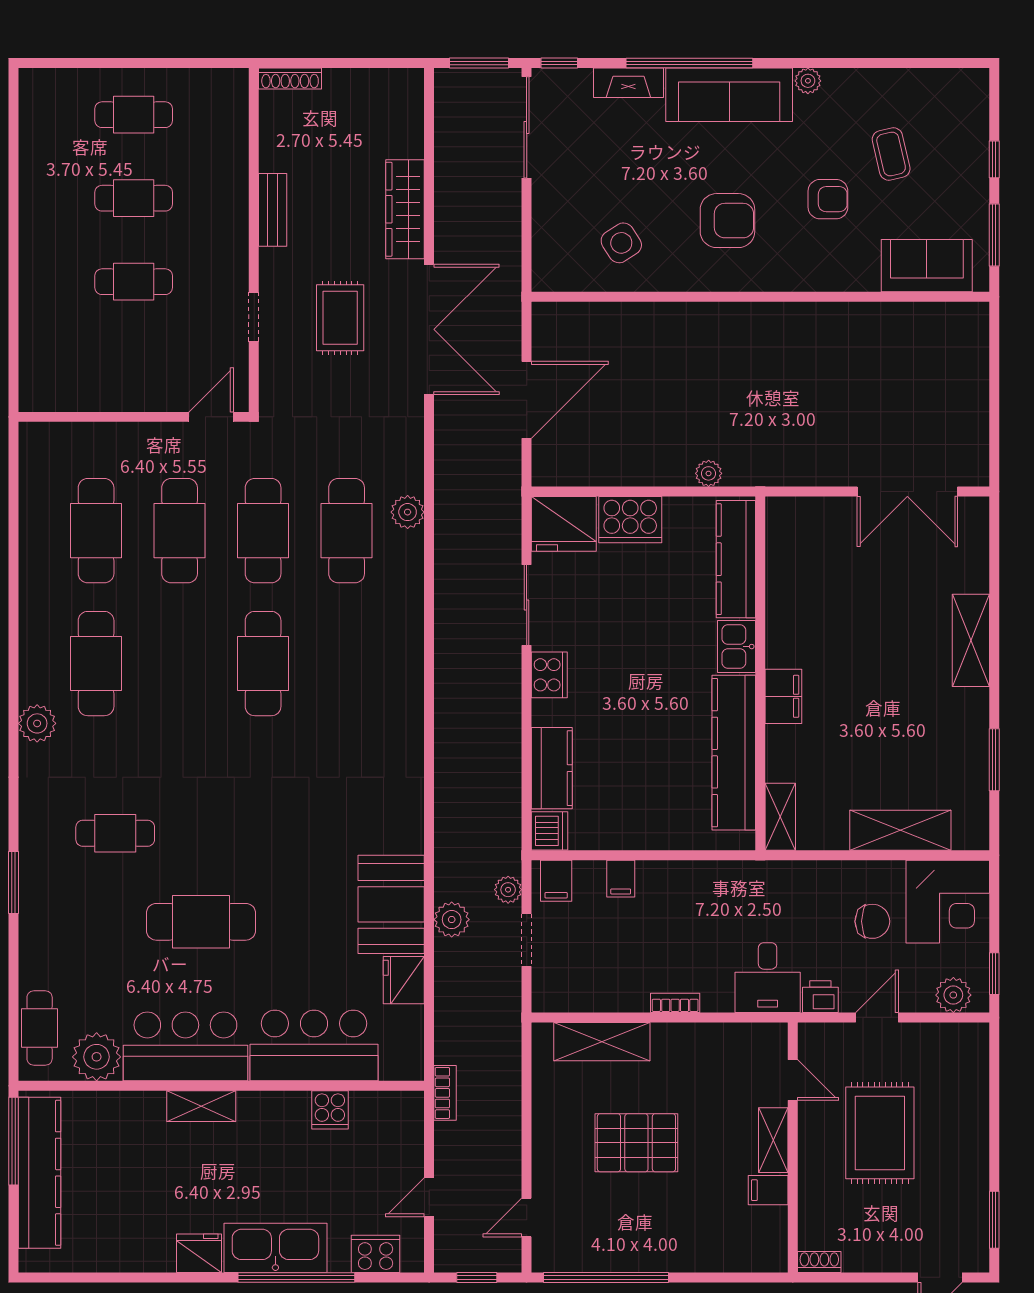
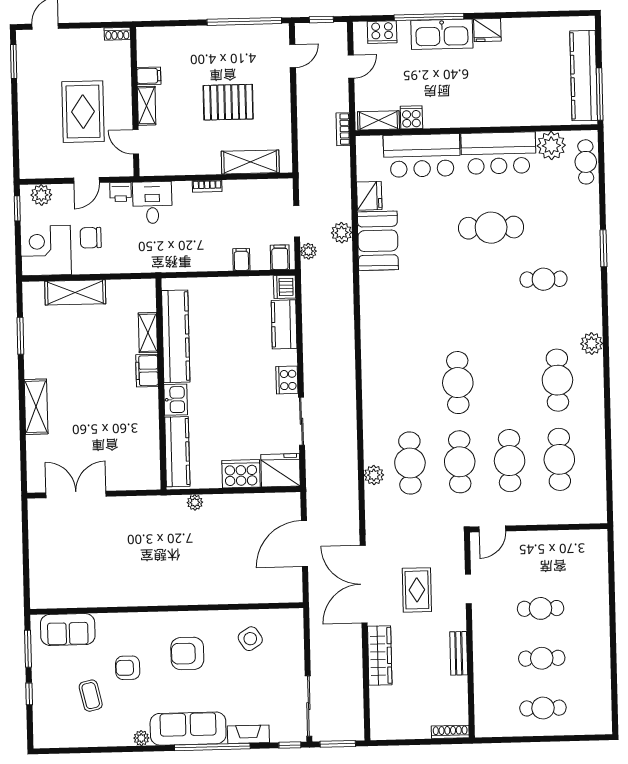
shelving: (780, 817) -> (148, 333), moved
shelving: (201, 1106) -> (378, 120), moved

